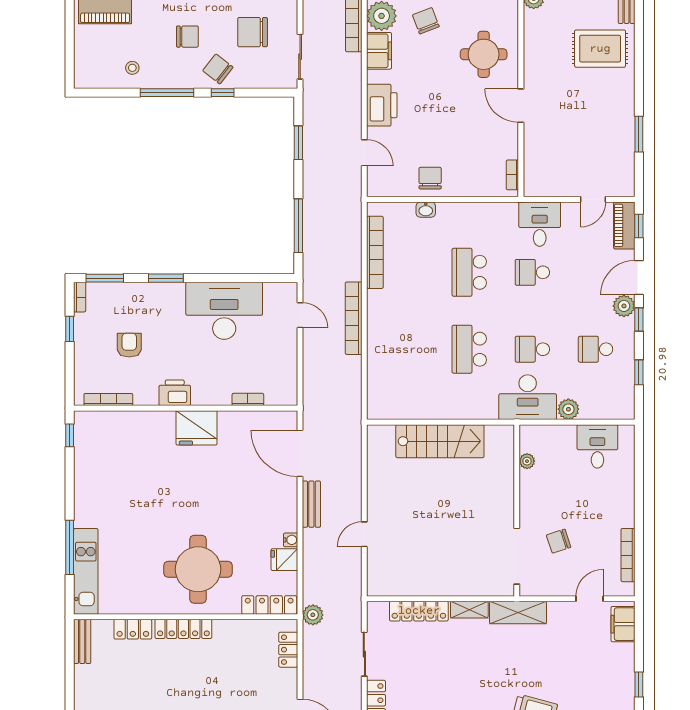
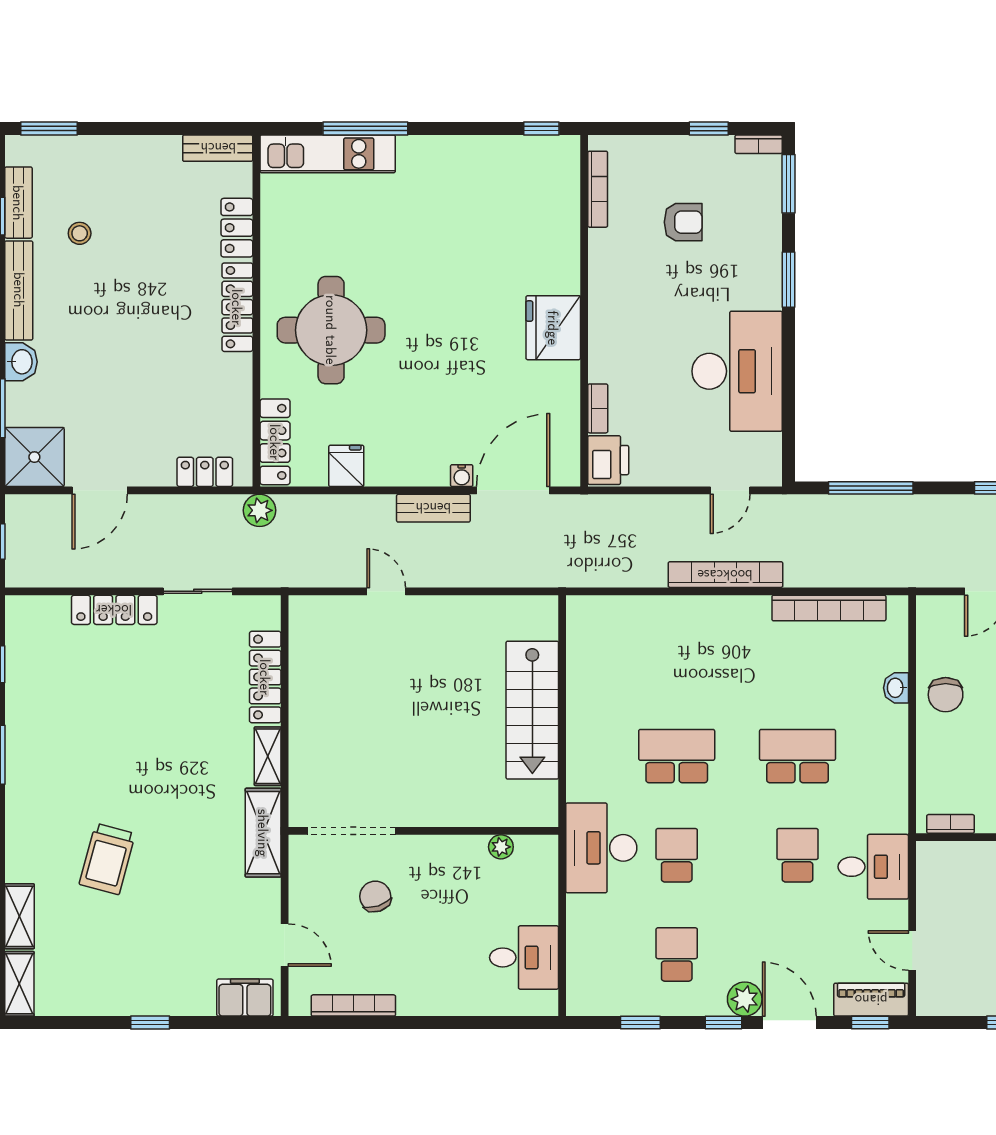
chair: (430, 178) -> (946, 695), turned 90
printer: (175, 393) -> (608, 460), moved
plant: (568, 409) -> (582, 912), removed
water cooler: (291, 540) -> (462, 476), moved

